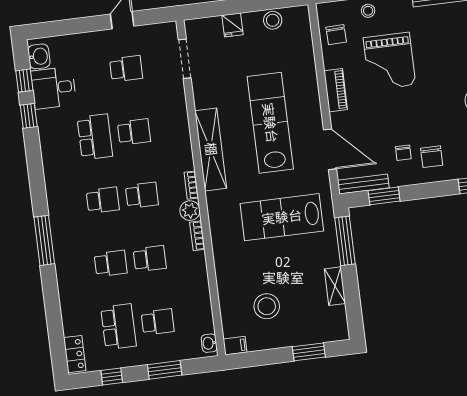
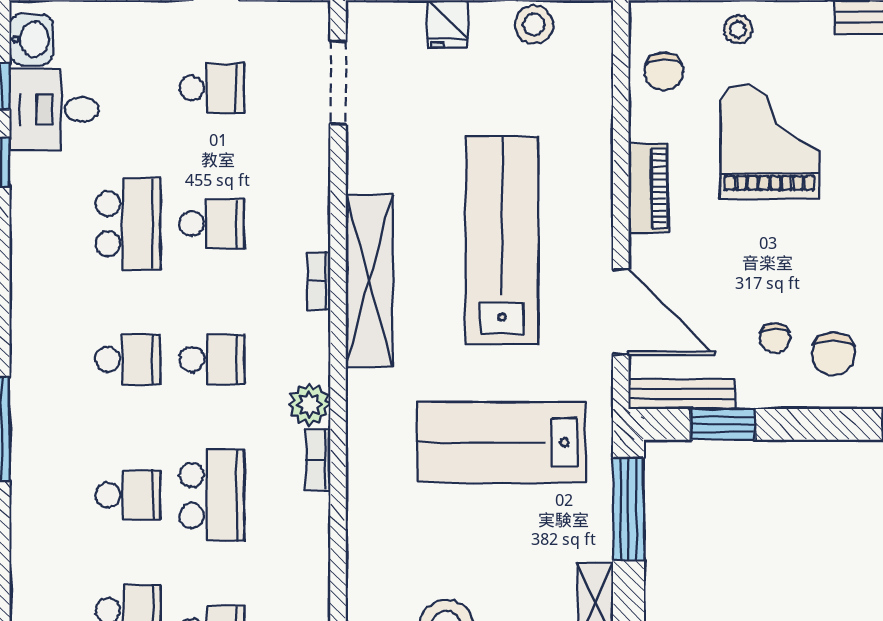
grand piano: (389, 61) -> (770, 142), turned 180
bookcase: (191, 185) -> (319, 281), moved
school desk: (150, 259) -> (212, 495), width x1.85

